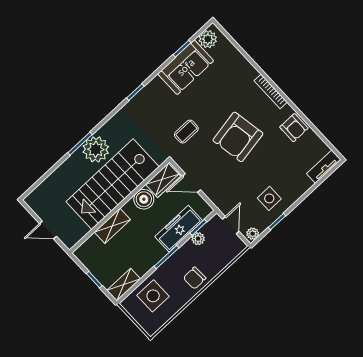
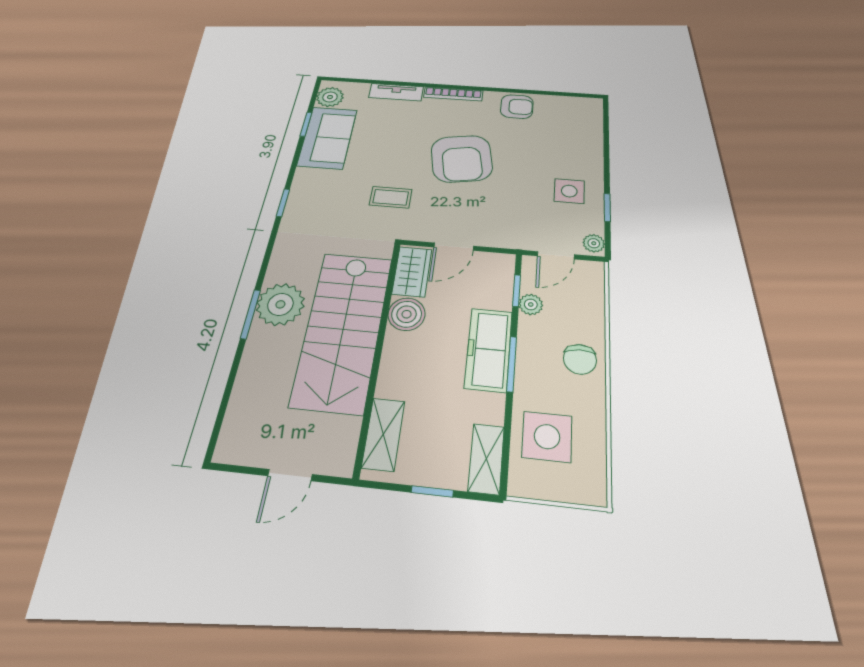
coffee table: (186, 132) -> (391, 197), turned 90
tv unit: (324, 167) -> (396, 92), moved, turned -90
door: (231, 225) -> (556, 255), swing flipped
shelving: (112, 226) -> (383, 434), moved
freezer: (179, 229) -> (489, 349), moved

